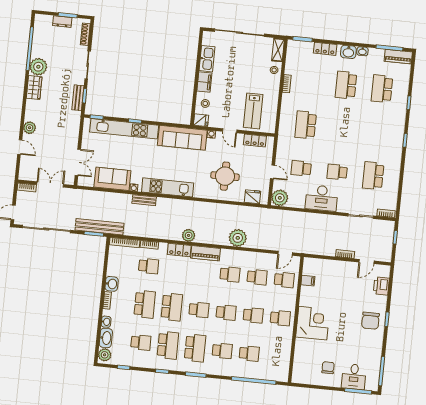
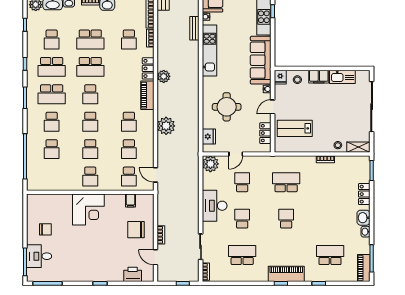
school desk: (346, 85) -> (286, 219), moved, width x0.54
piano: (396, 134) -> (286, 274), added
chair: (370, 321) -> (136, 230), moved

